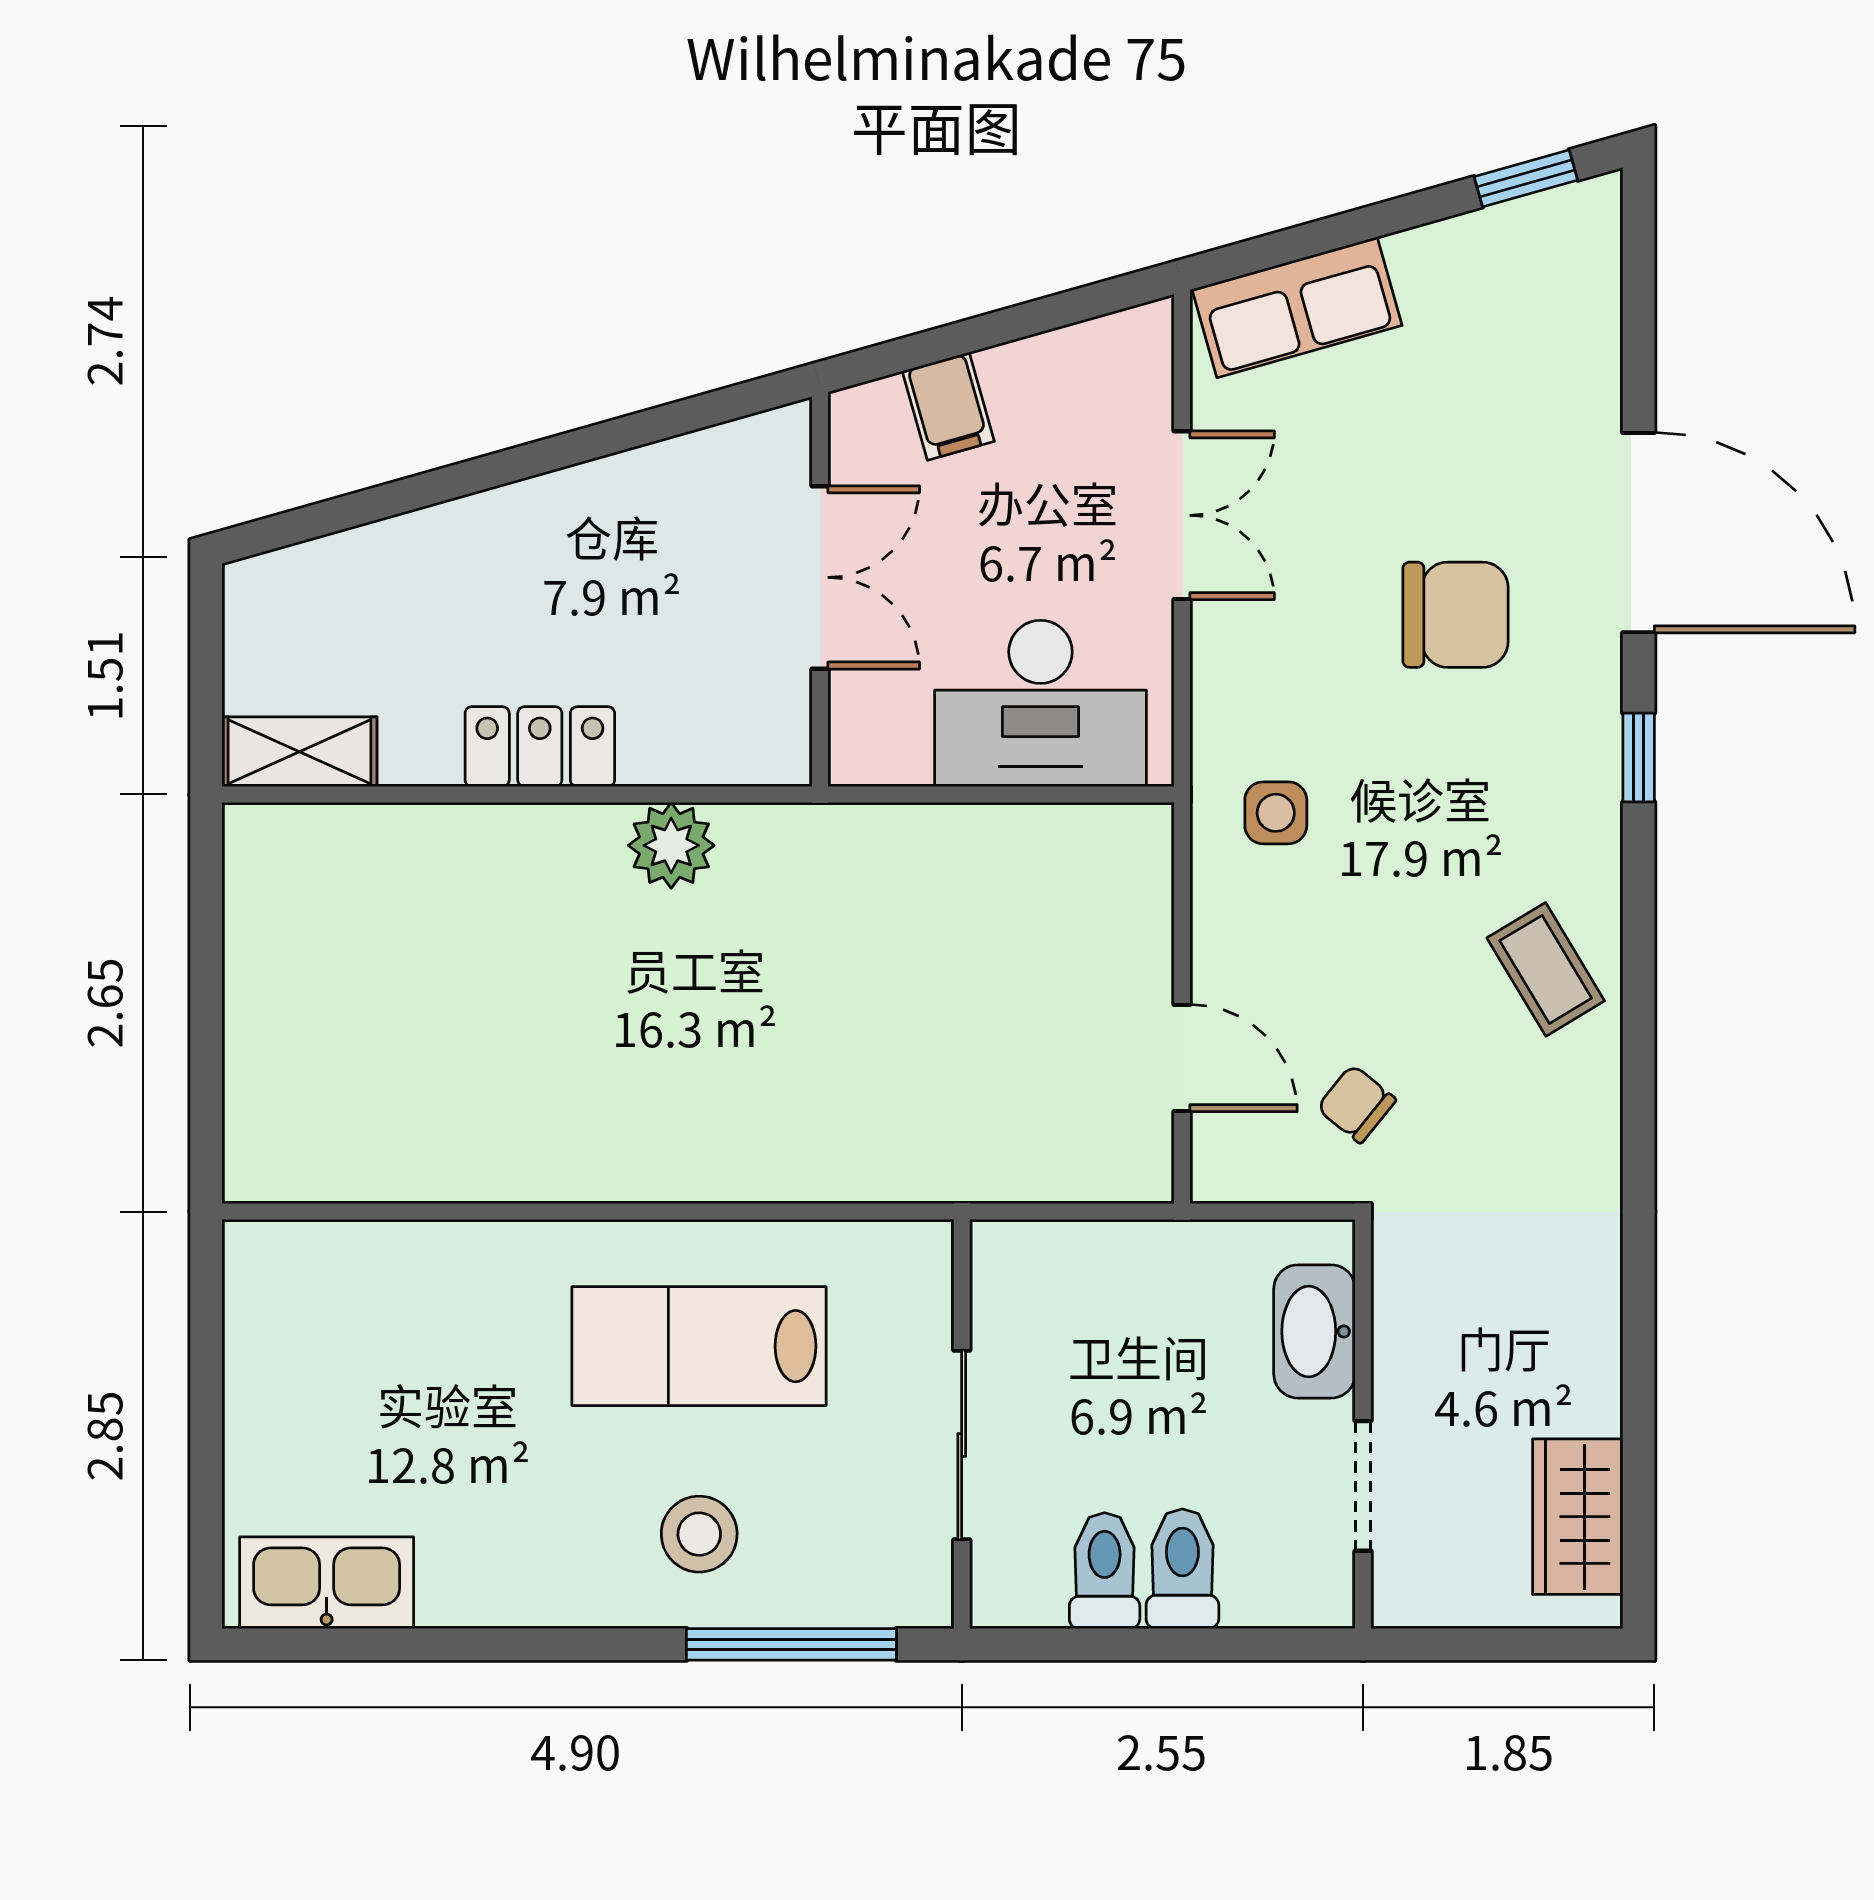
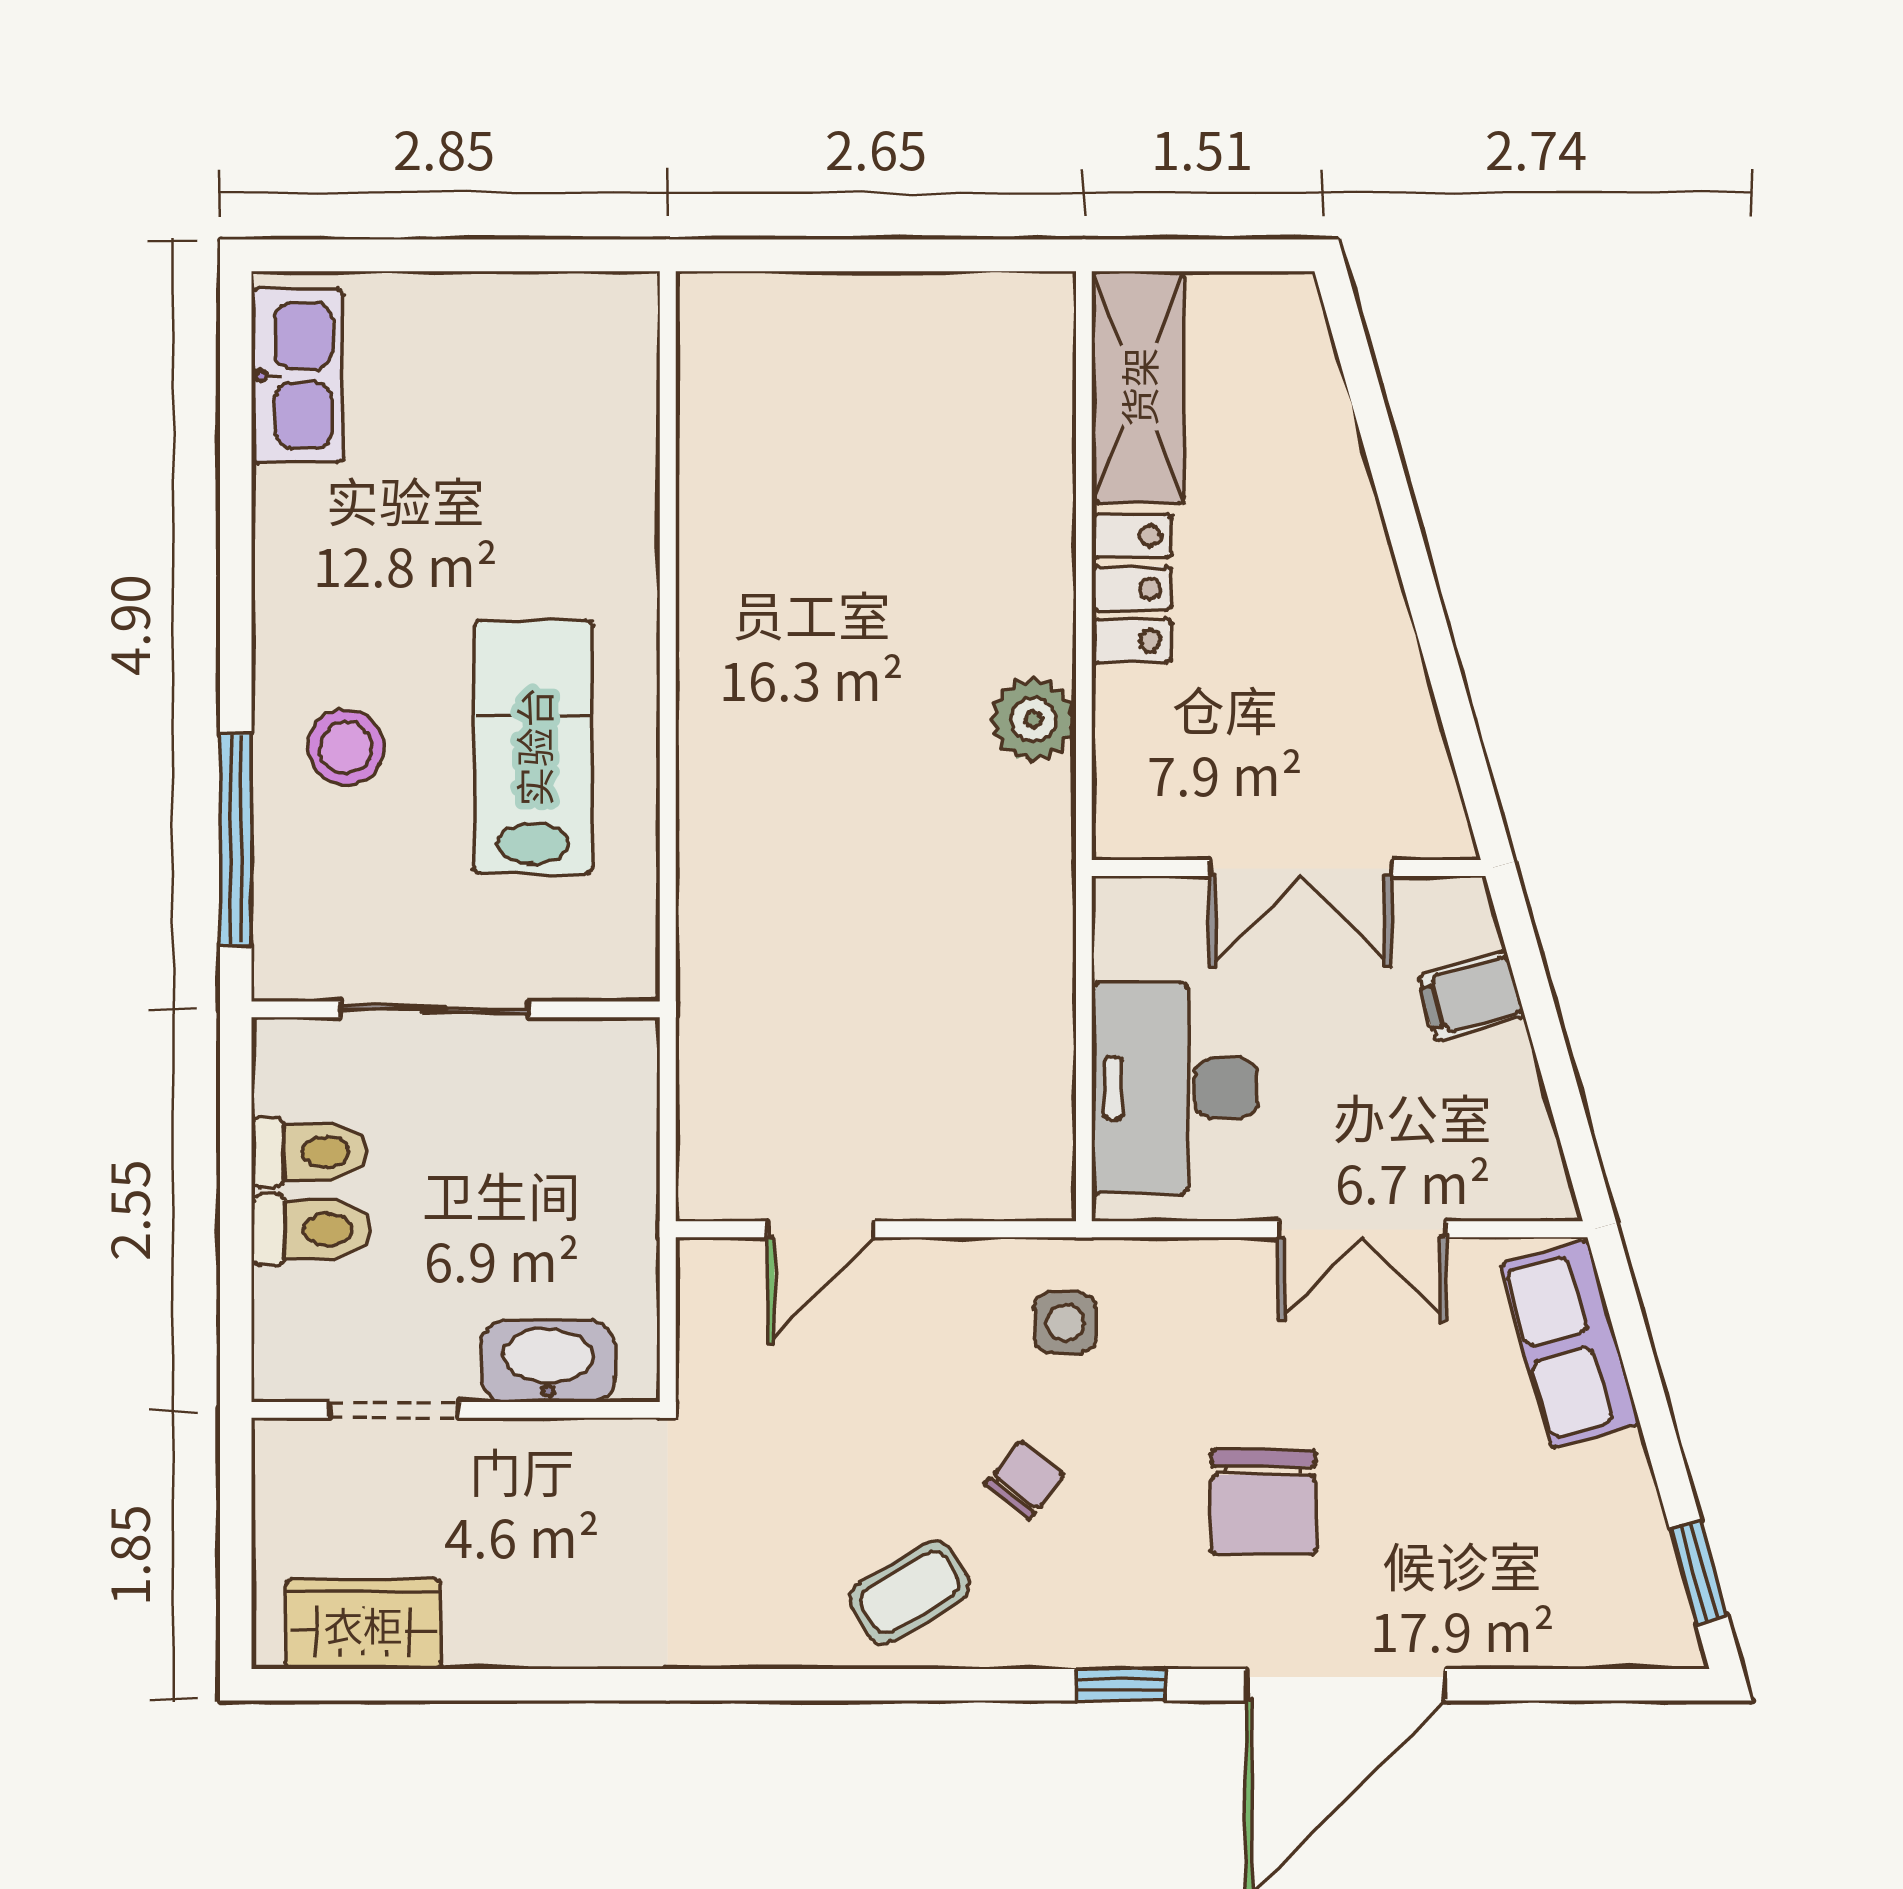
shelving: (299, 752) -> (1138, 387), width x1.50, depth x1.33
chair: (1356, 1104) -> (1025, 1480), moved

